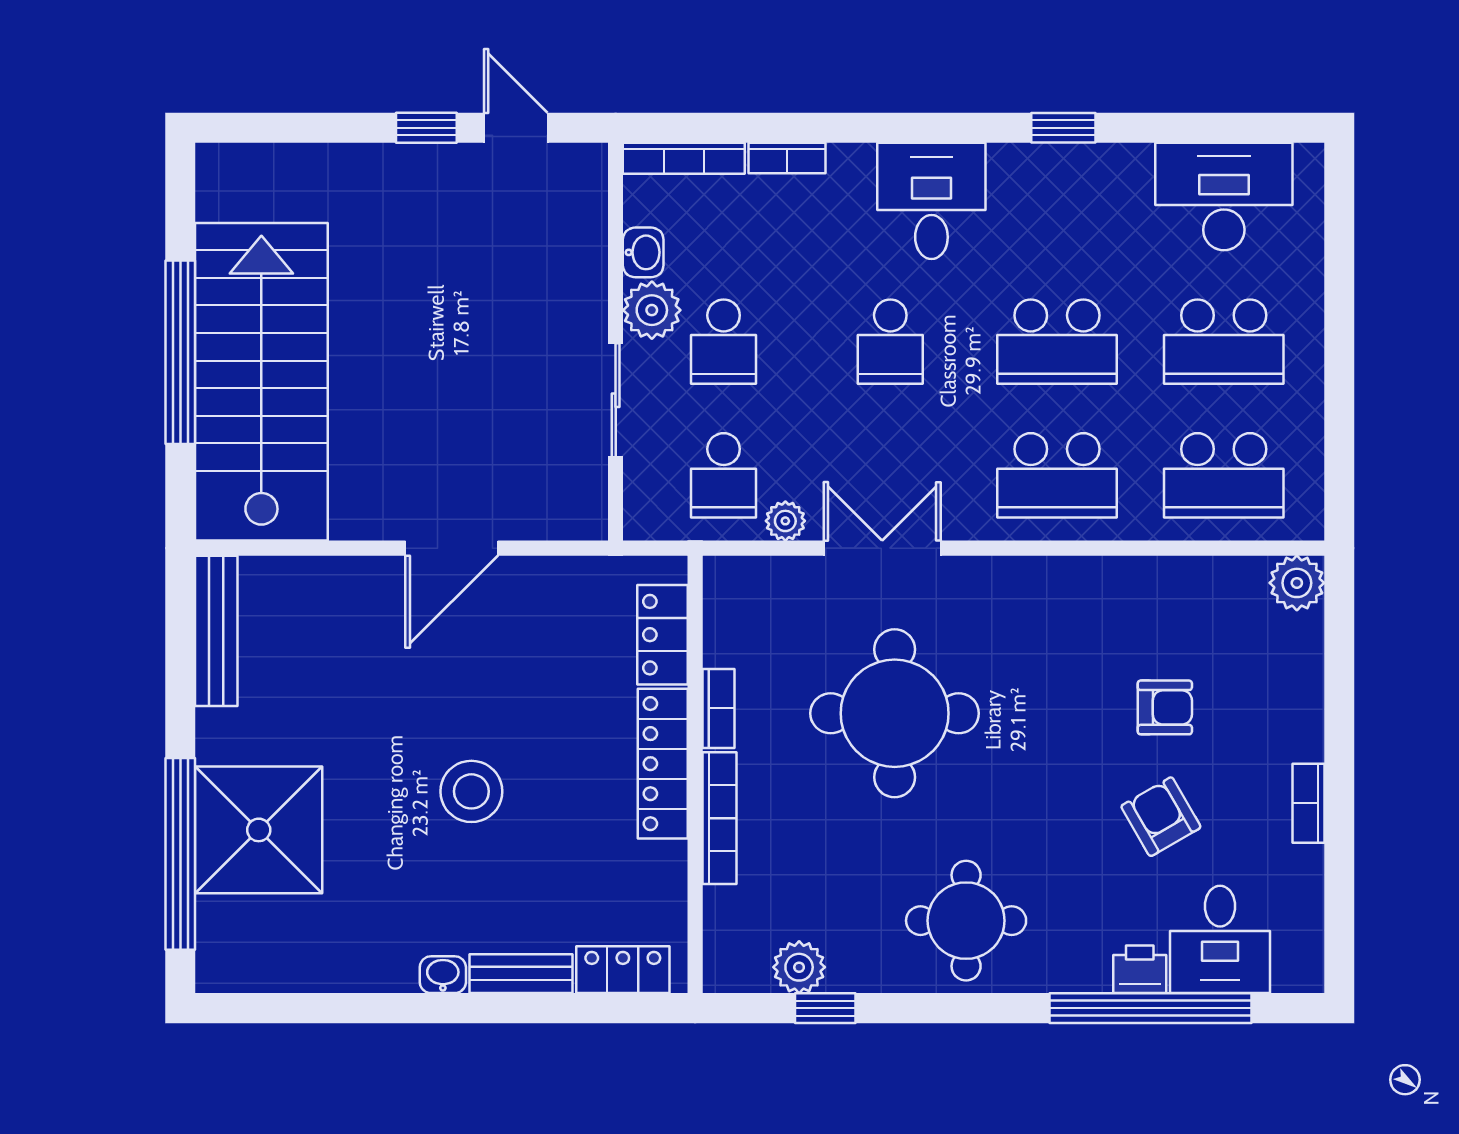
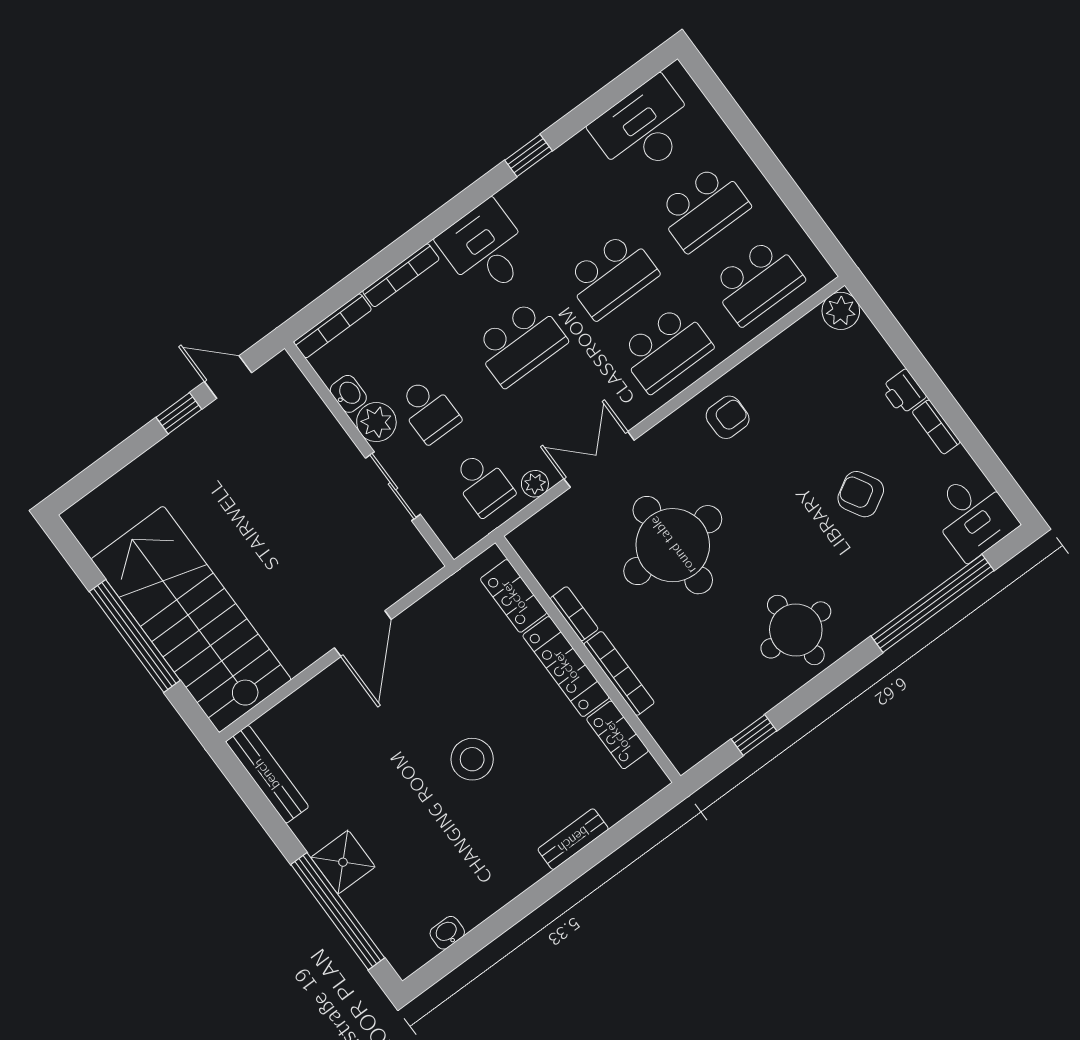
bookcase: (787, 158) -> (401, 275), width x1.56
school desk: (890, 342) -> (520, 343), width x1.85
armchair: (1165, 707) -> (728, 417), moved
shower: (259, 830) -> (343, 862), width x0.54, depth x0.54
desk: (1220, 939) -> (973, 516), moved
plant: (799, 967) -> (723, 723), removed
printer: (1140, 969) -> (903, 392), moved, turned -90
locker: (623, 970) -> (617, 735), moved, turned -90
washbasin: (443, 975) -> (447, 933), moved

